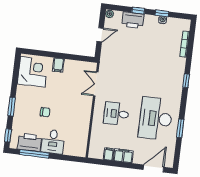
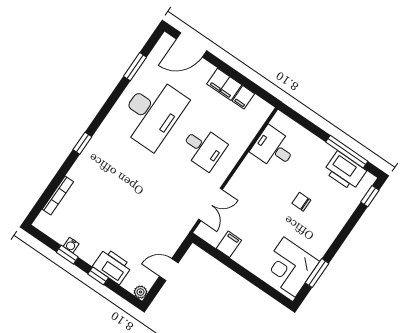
filing cabinet: (58, 65) -> (229, 244), moved
window: (12, 107) -> (317, 273), moved
window: (180, 128) -> (135, 67), moved
desk: (53, 142) -> (274, 148), moved, turned -90

